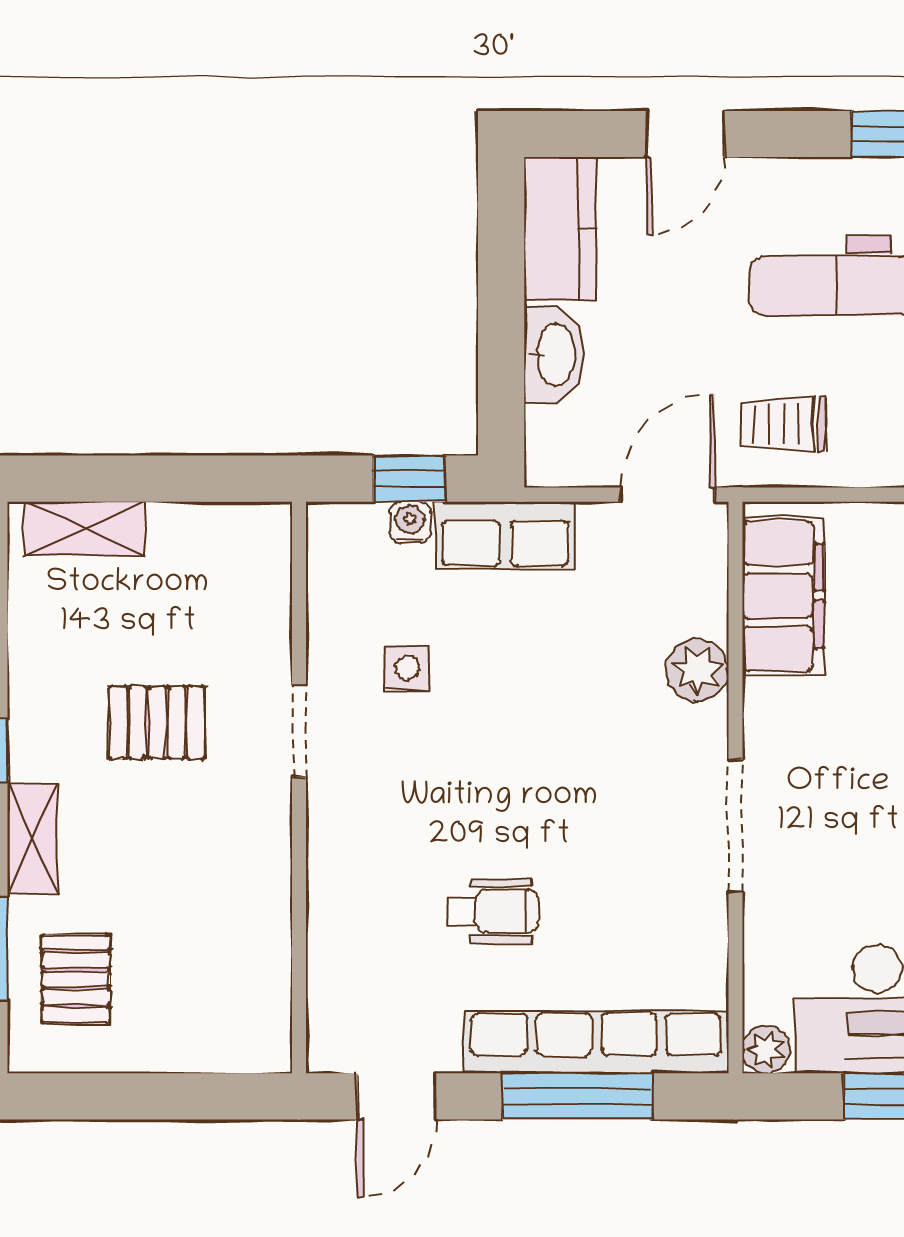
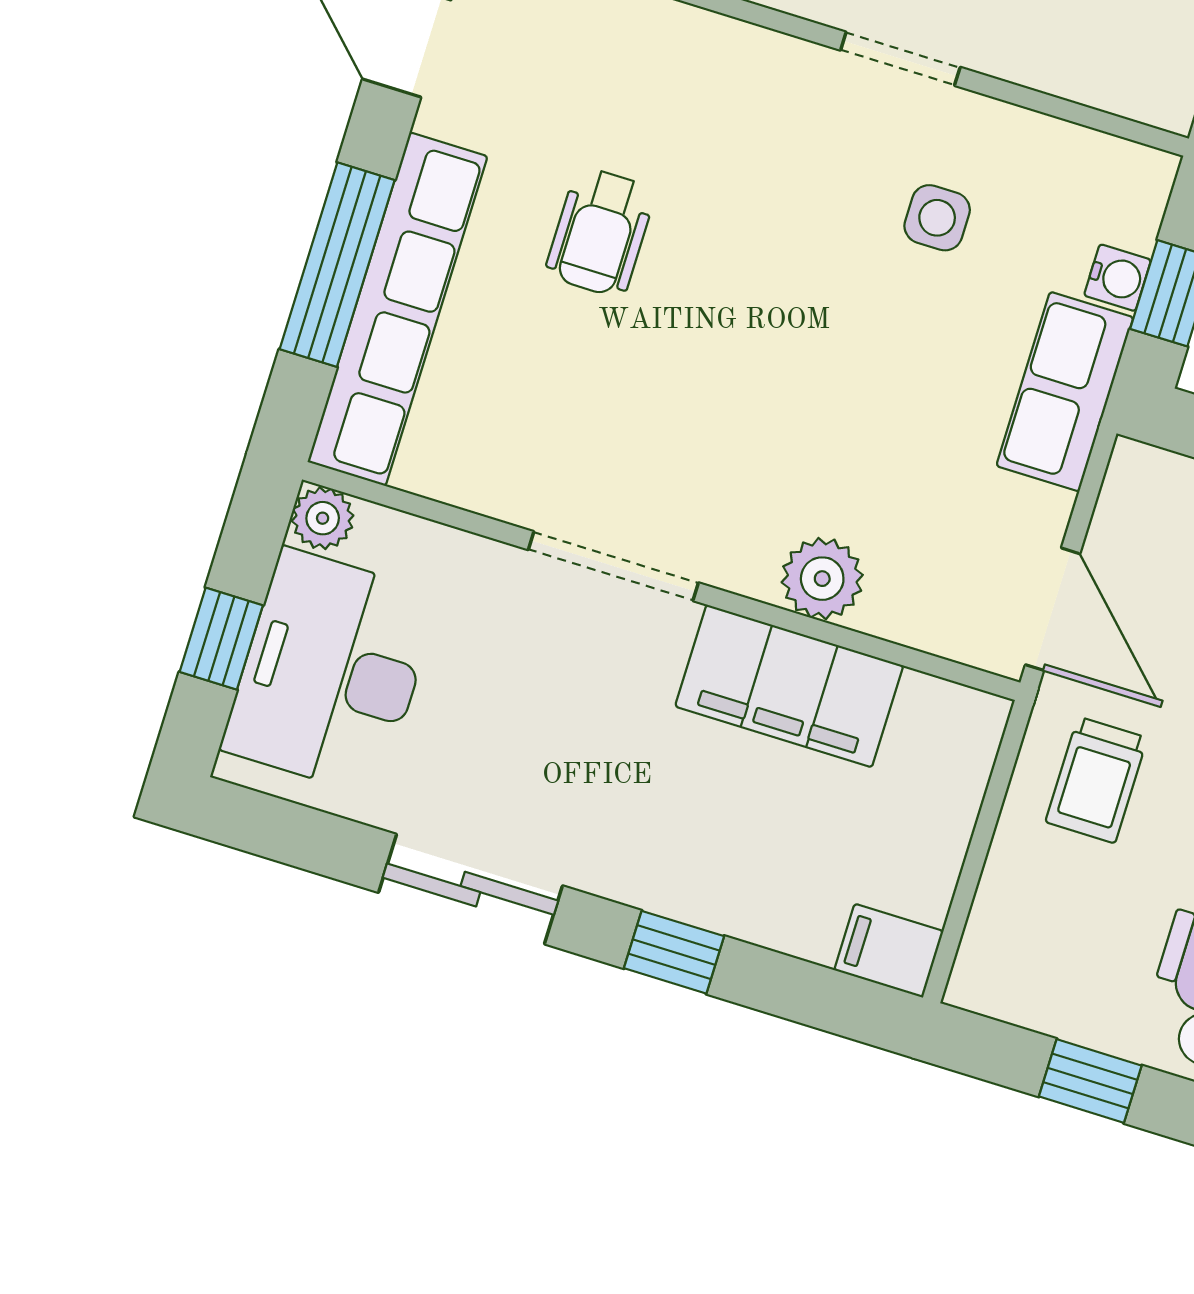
trolley: (782, 424) -> (1096, 780), turned 180
filing cabinet: (783, 596) -> (789, 686), moved

